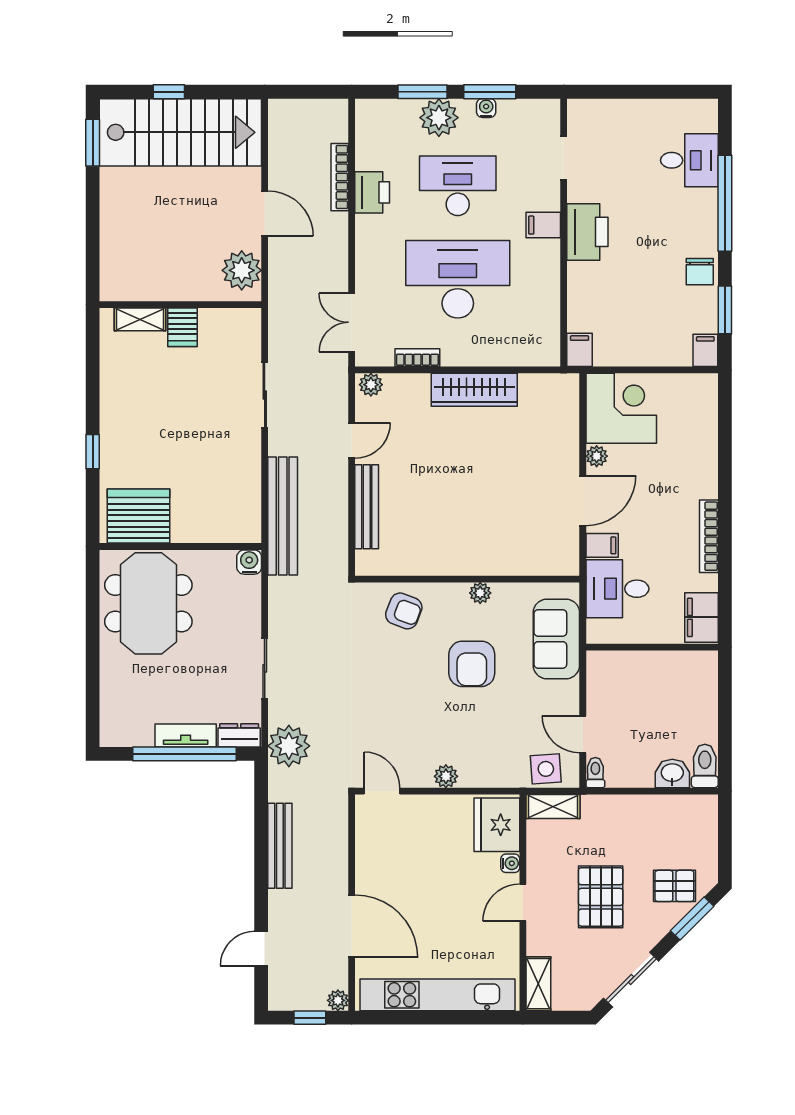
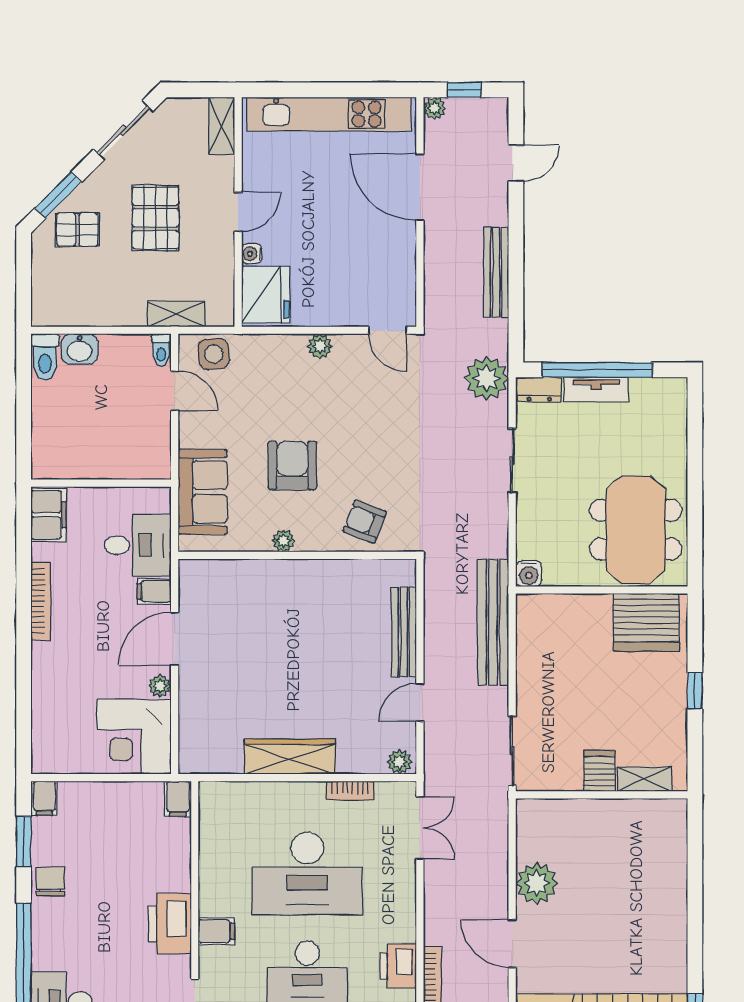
wall: (180, 305) -> (602, 795), moved
shelving: (140, 319) -> (645, 779), moved
server rack: (183, 327) -> (599, 771), moved
shelving: (553, 806) -> (176, 314), moved

